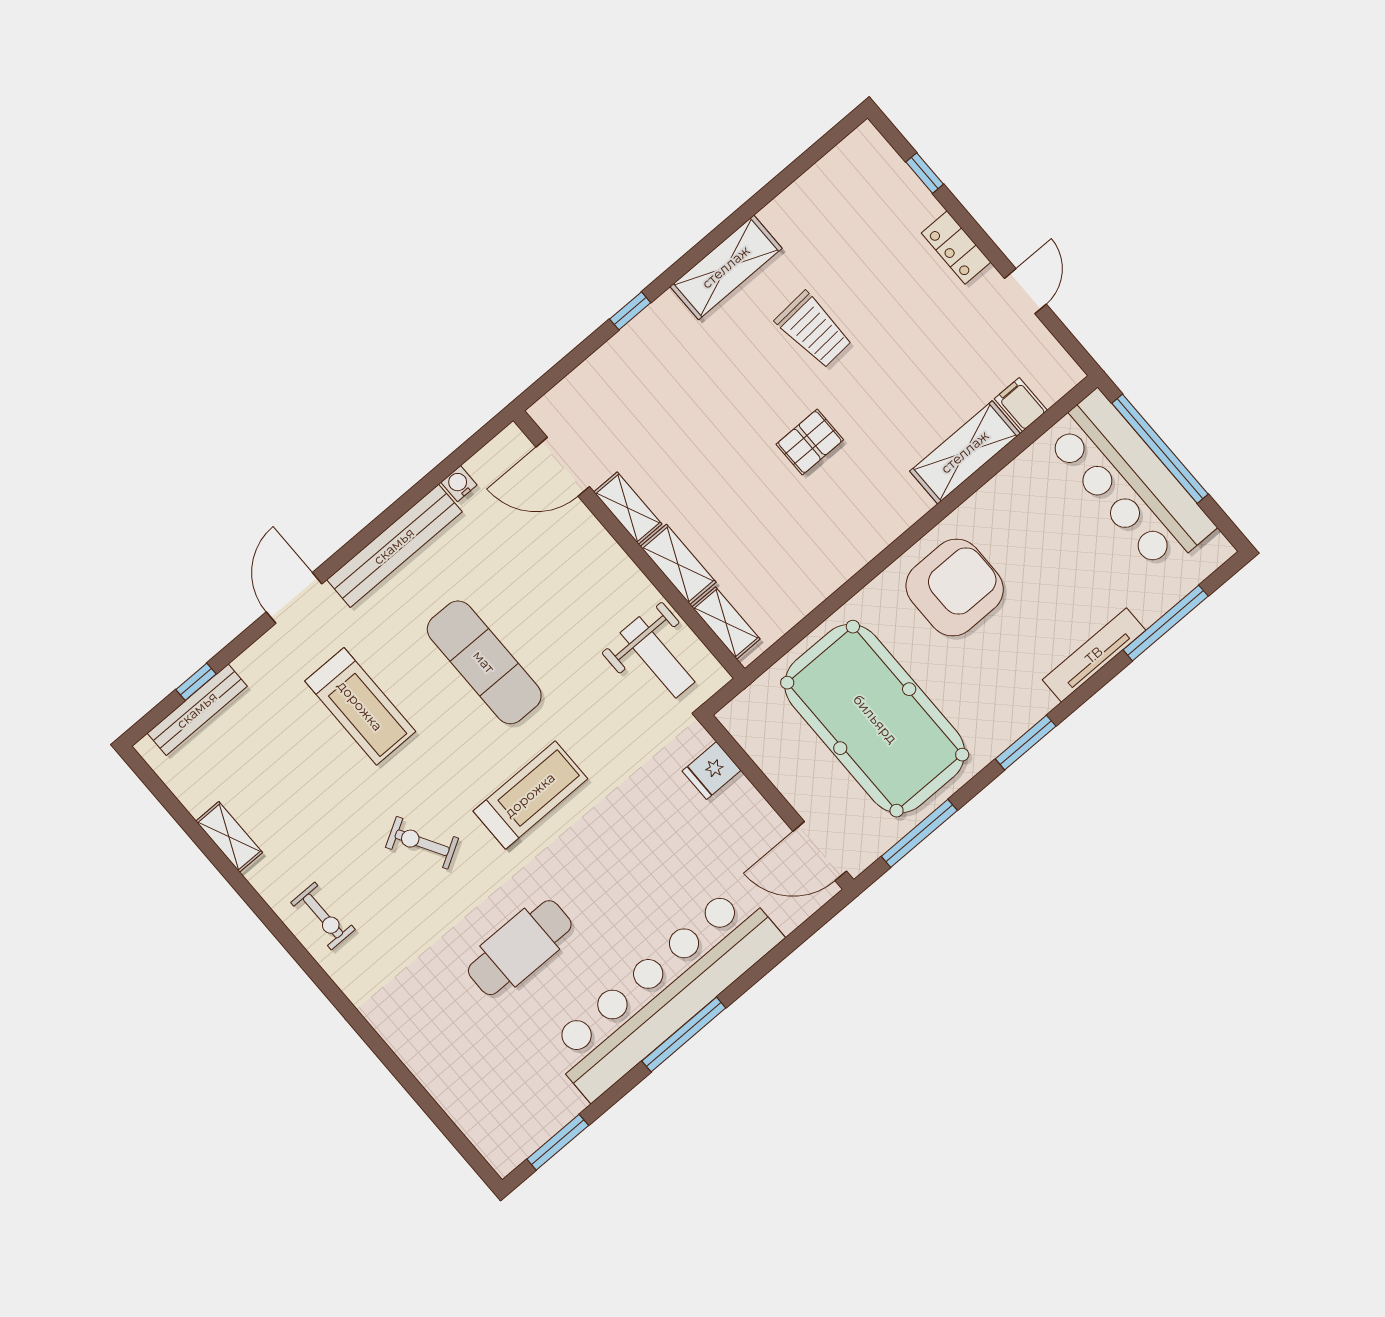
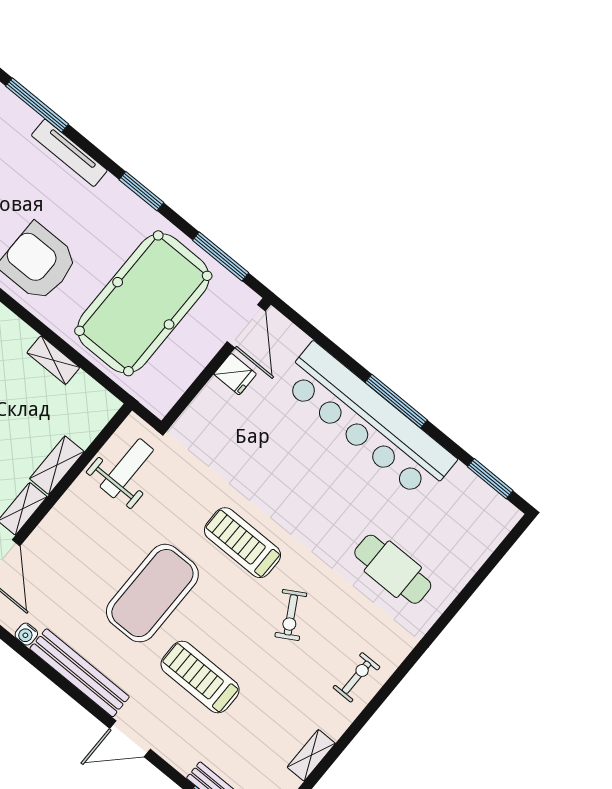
shelving: (726, 623) -> (53, 360), moved, turned 90
exercise mat: (484, 662) -> (152, 593), width x1.47
treadmill: (360, 706) -> (200, 677), turned -90
fridge: (712, 771) -> (235, 374), moved
cafe table: (520, 948) -> (393, 569), moved

